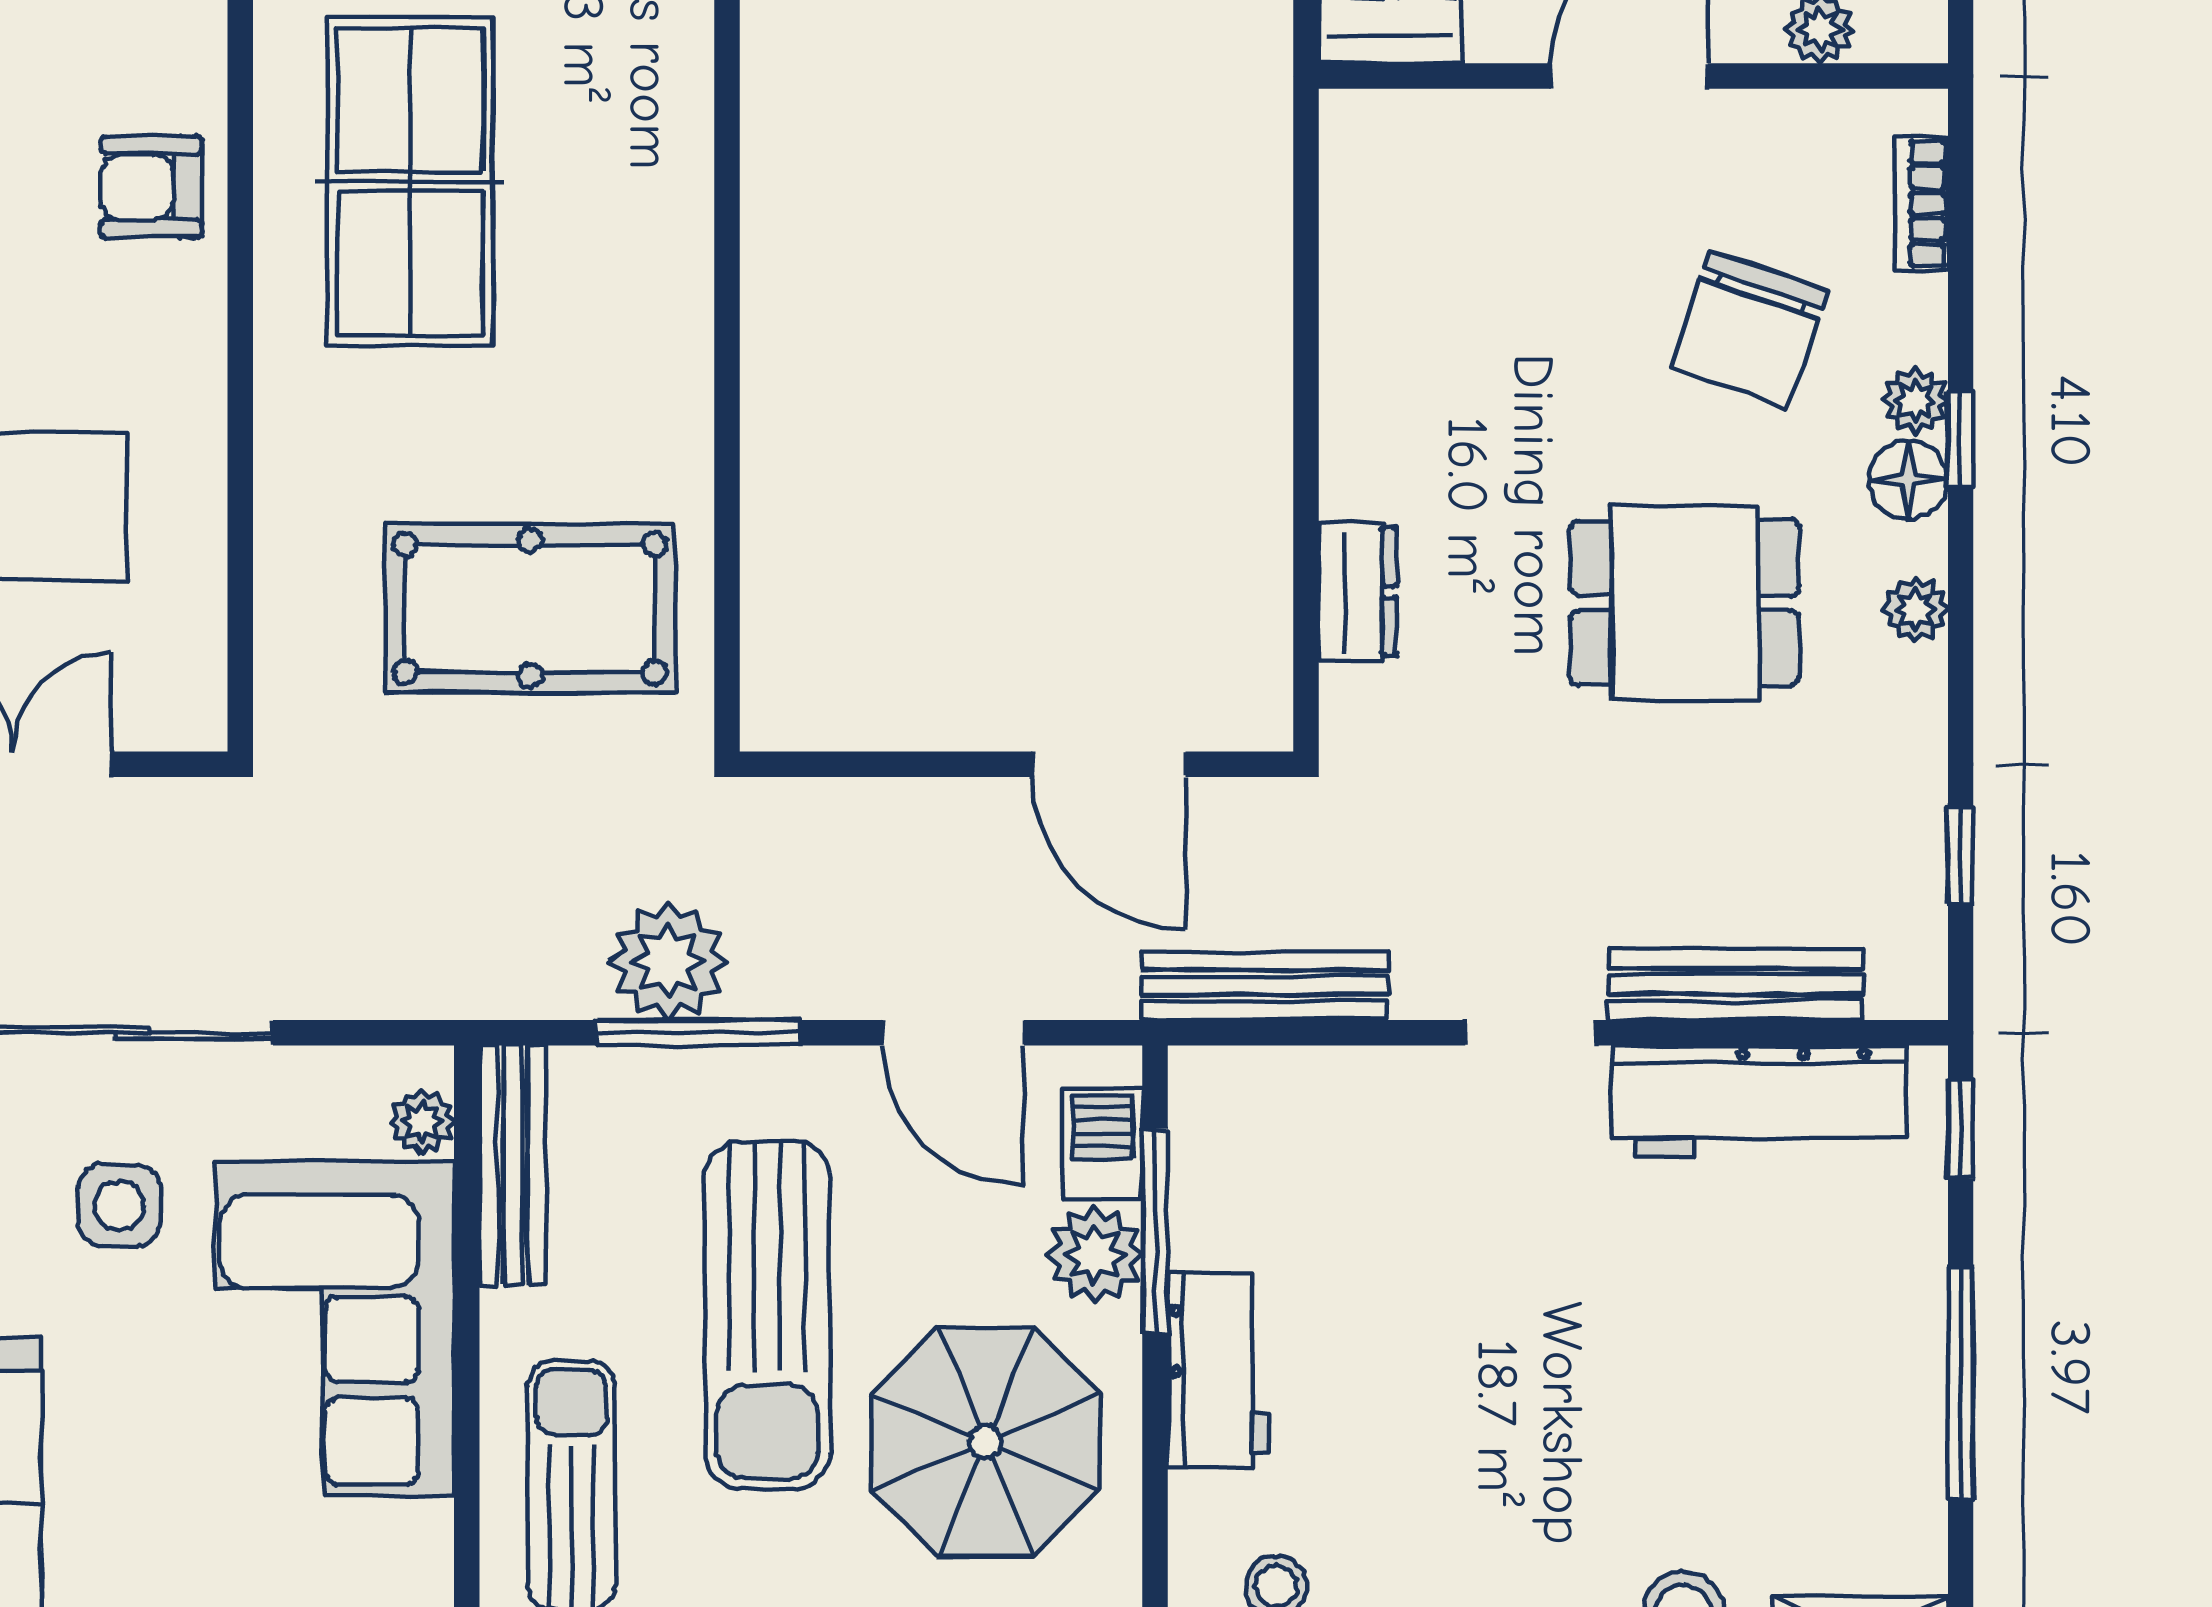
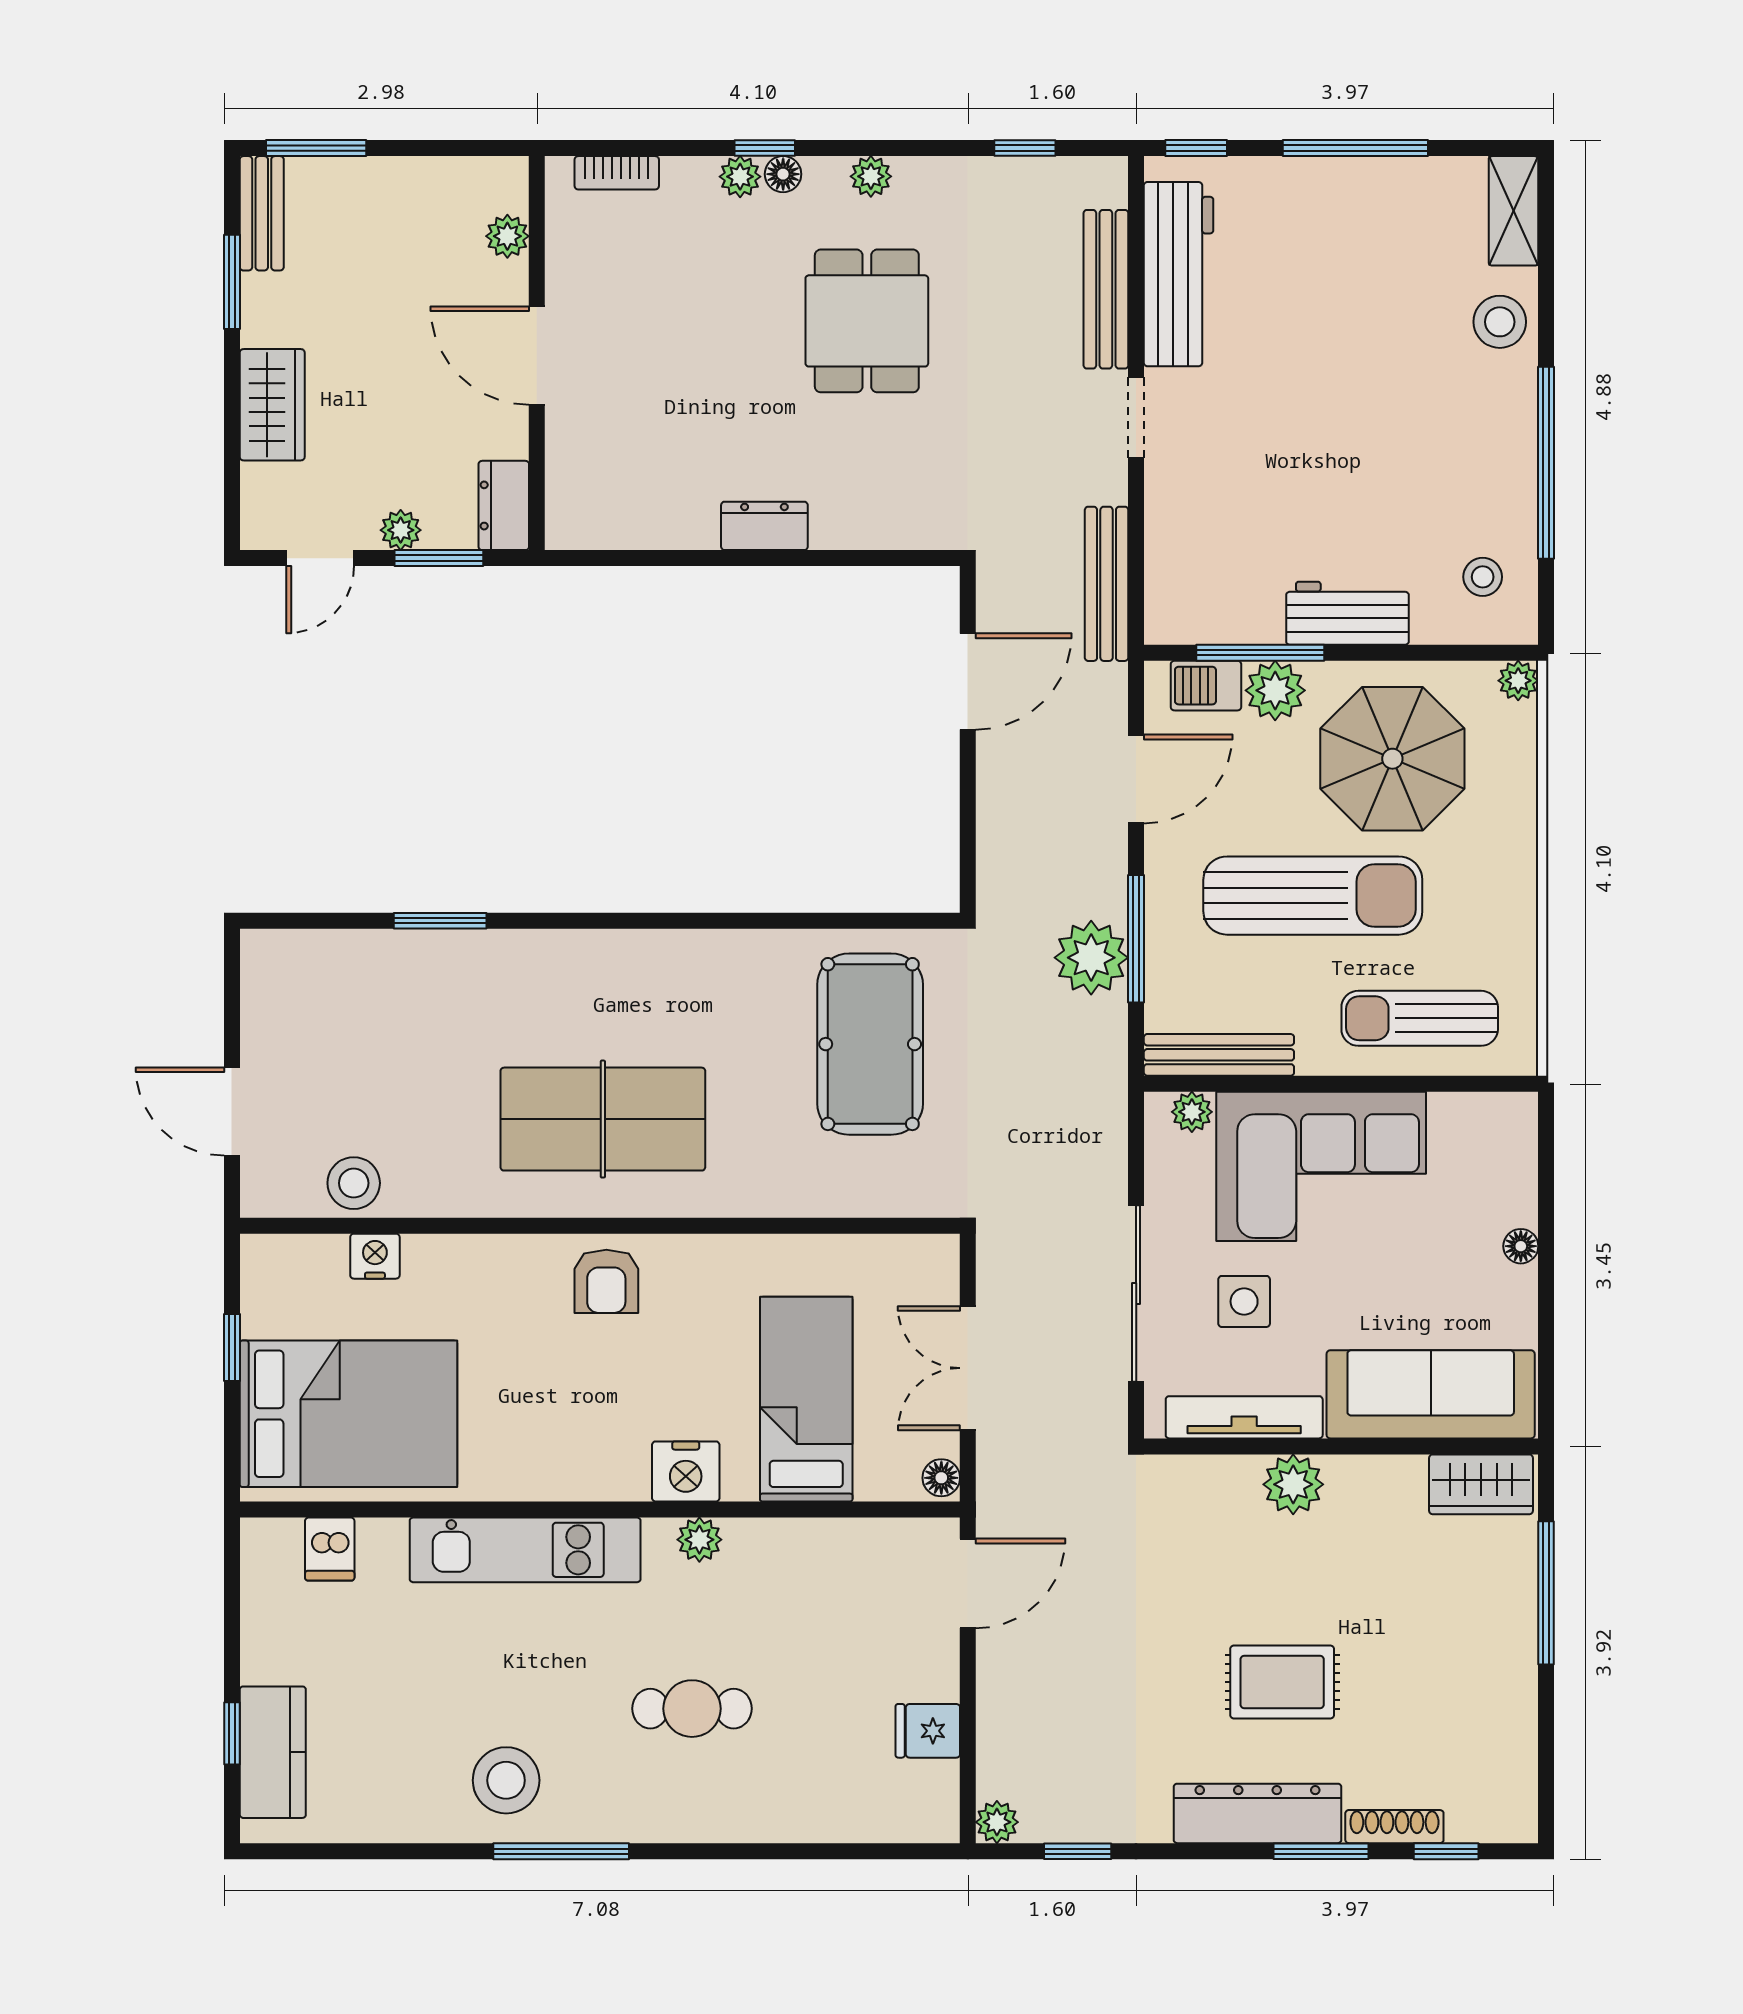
chair: (1749, 329) -> (695, 281), removed
floor lamp: (1908, 480) -> (783, 174), width x0.73, depth x0.73
dresser: (1357, 592) -> (764, 526), moved

